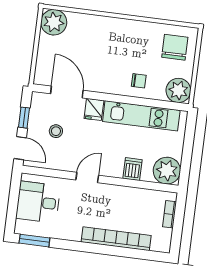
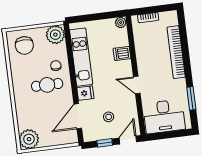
chair: (175, 47) -> (24, 45), turned -90
cafe table: (117, 63) -> (47, 85), added
plant: (167, 171) -> (121, 23), width x0.53, depth x0.53
desk: (38, 202) -> (164, 116), width x1.37
window: (34, 241) -> (191, 98), moved

